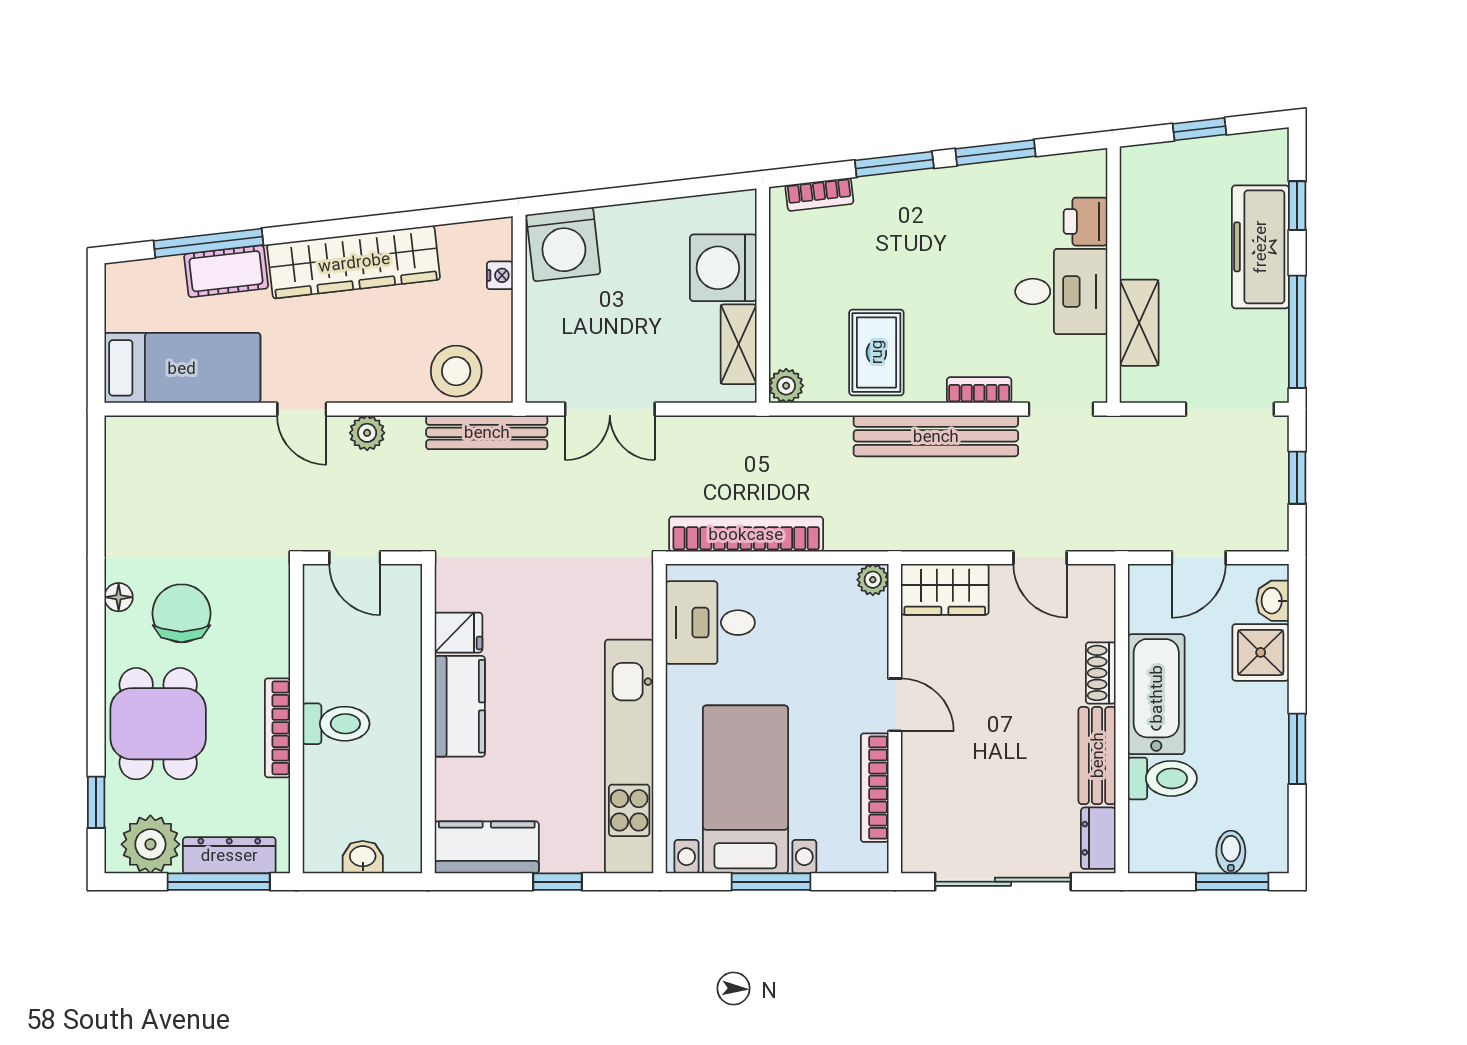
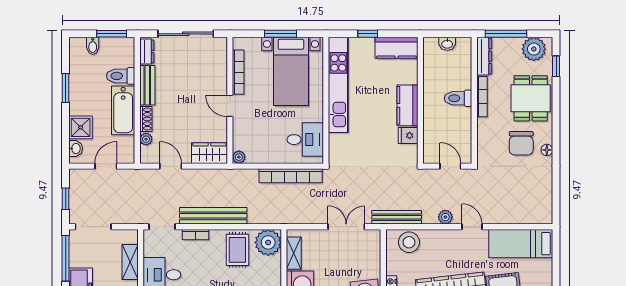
plant: (786, 386) -> (268, 242), width x1.88, depth x1.88
plant: (1100, 624) -> (146, 139), added
dresser: (229, 855) -> (484, 56), moved, turned -90
window: (1232, 882) -> (112, 34), moved

